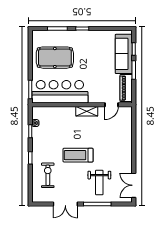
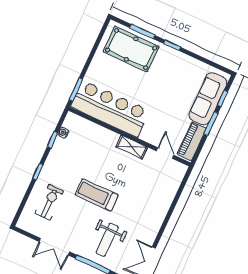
pool table: (55, 58) -> (131, 49), moved
door: (112, 105) -> (165, 153), swing flipped

